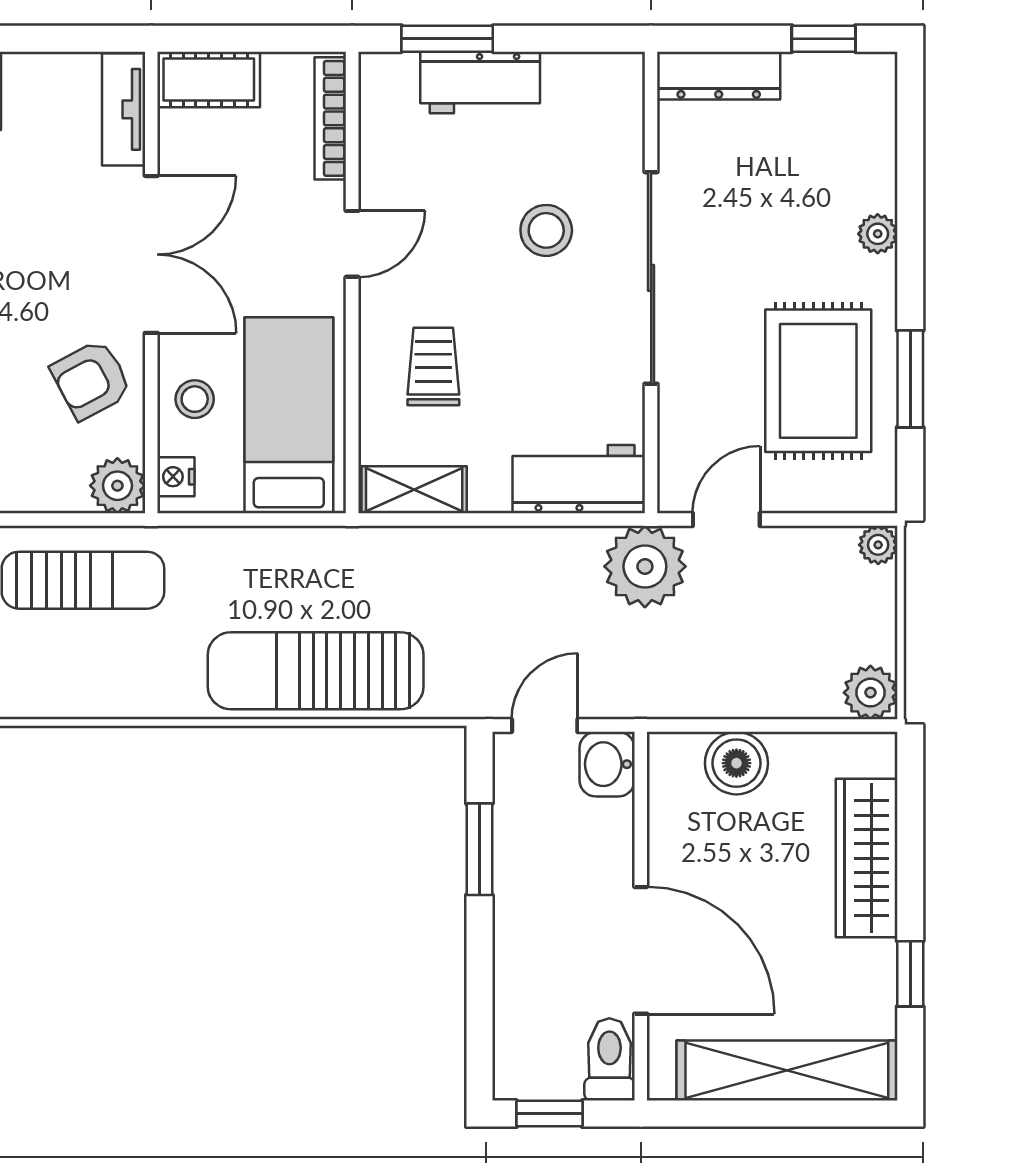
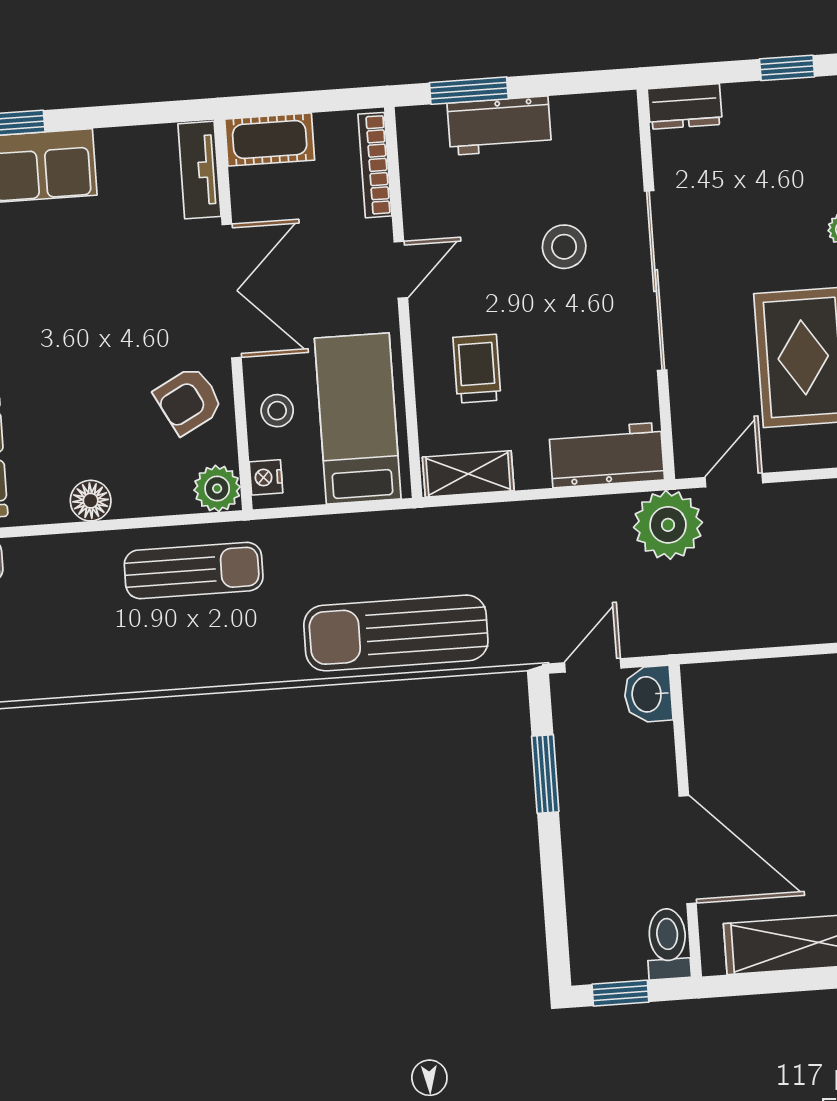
dresser: (719, 76) -> (685, 107), width x0.70
boiler: (736, 763) -> (757, 686), removed

